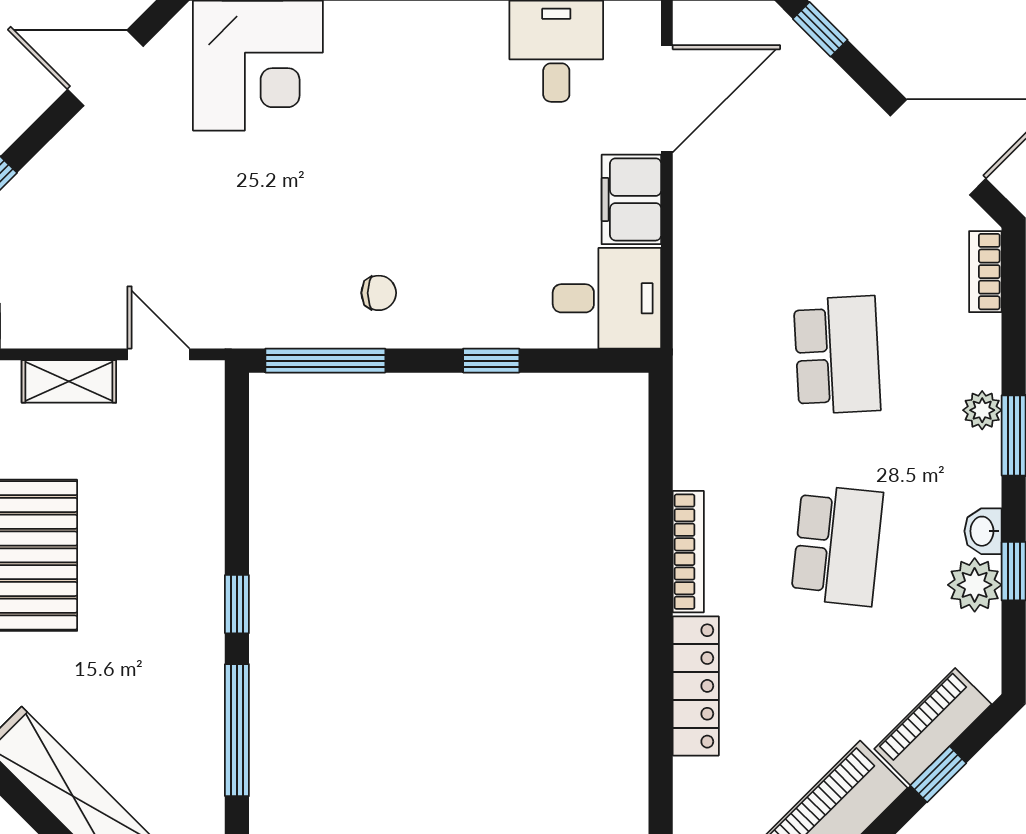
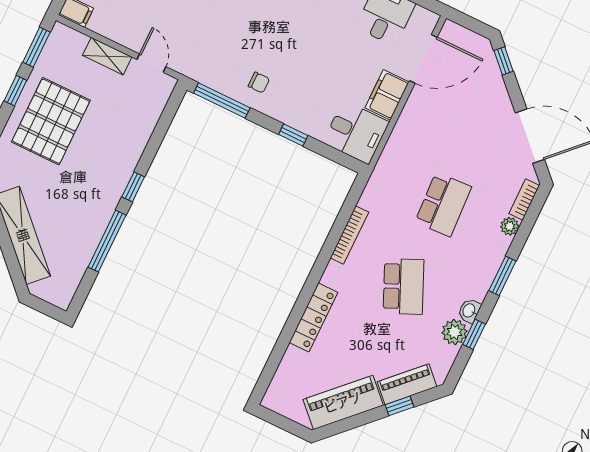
plant: (982, 410) -> (510, 226), moved
school desk: (837, 545) -> (404, 286), turned -30
bookcase: (688, 552) -> (349, 235), moved

